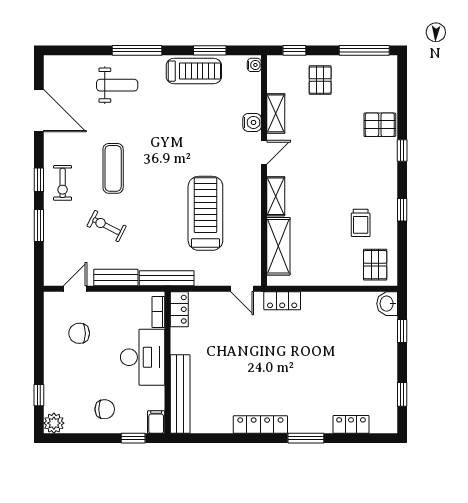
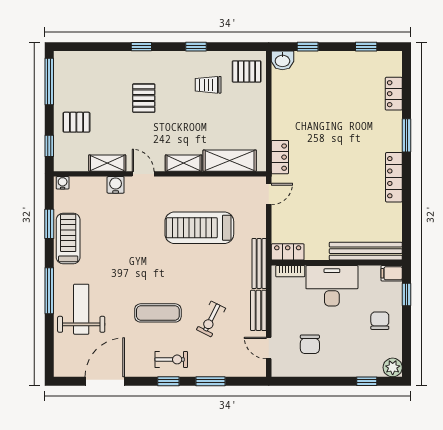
weight bench: (117, 85) -> (81, 309), width x1.36, depth x1.33
pallet: (380, 125) -> (144, 98), moved
trolley: (361, 223) -> (208, 85), turned 180

